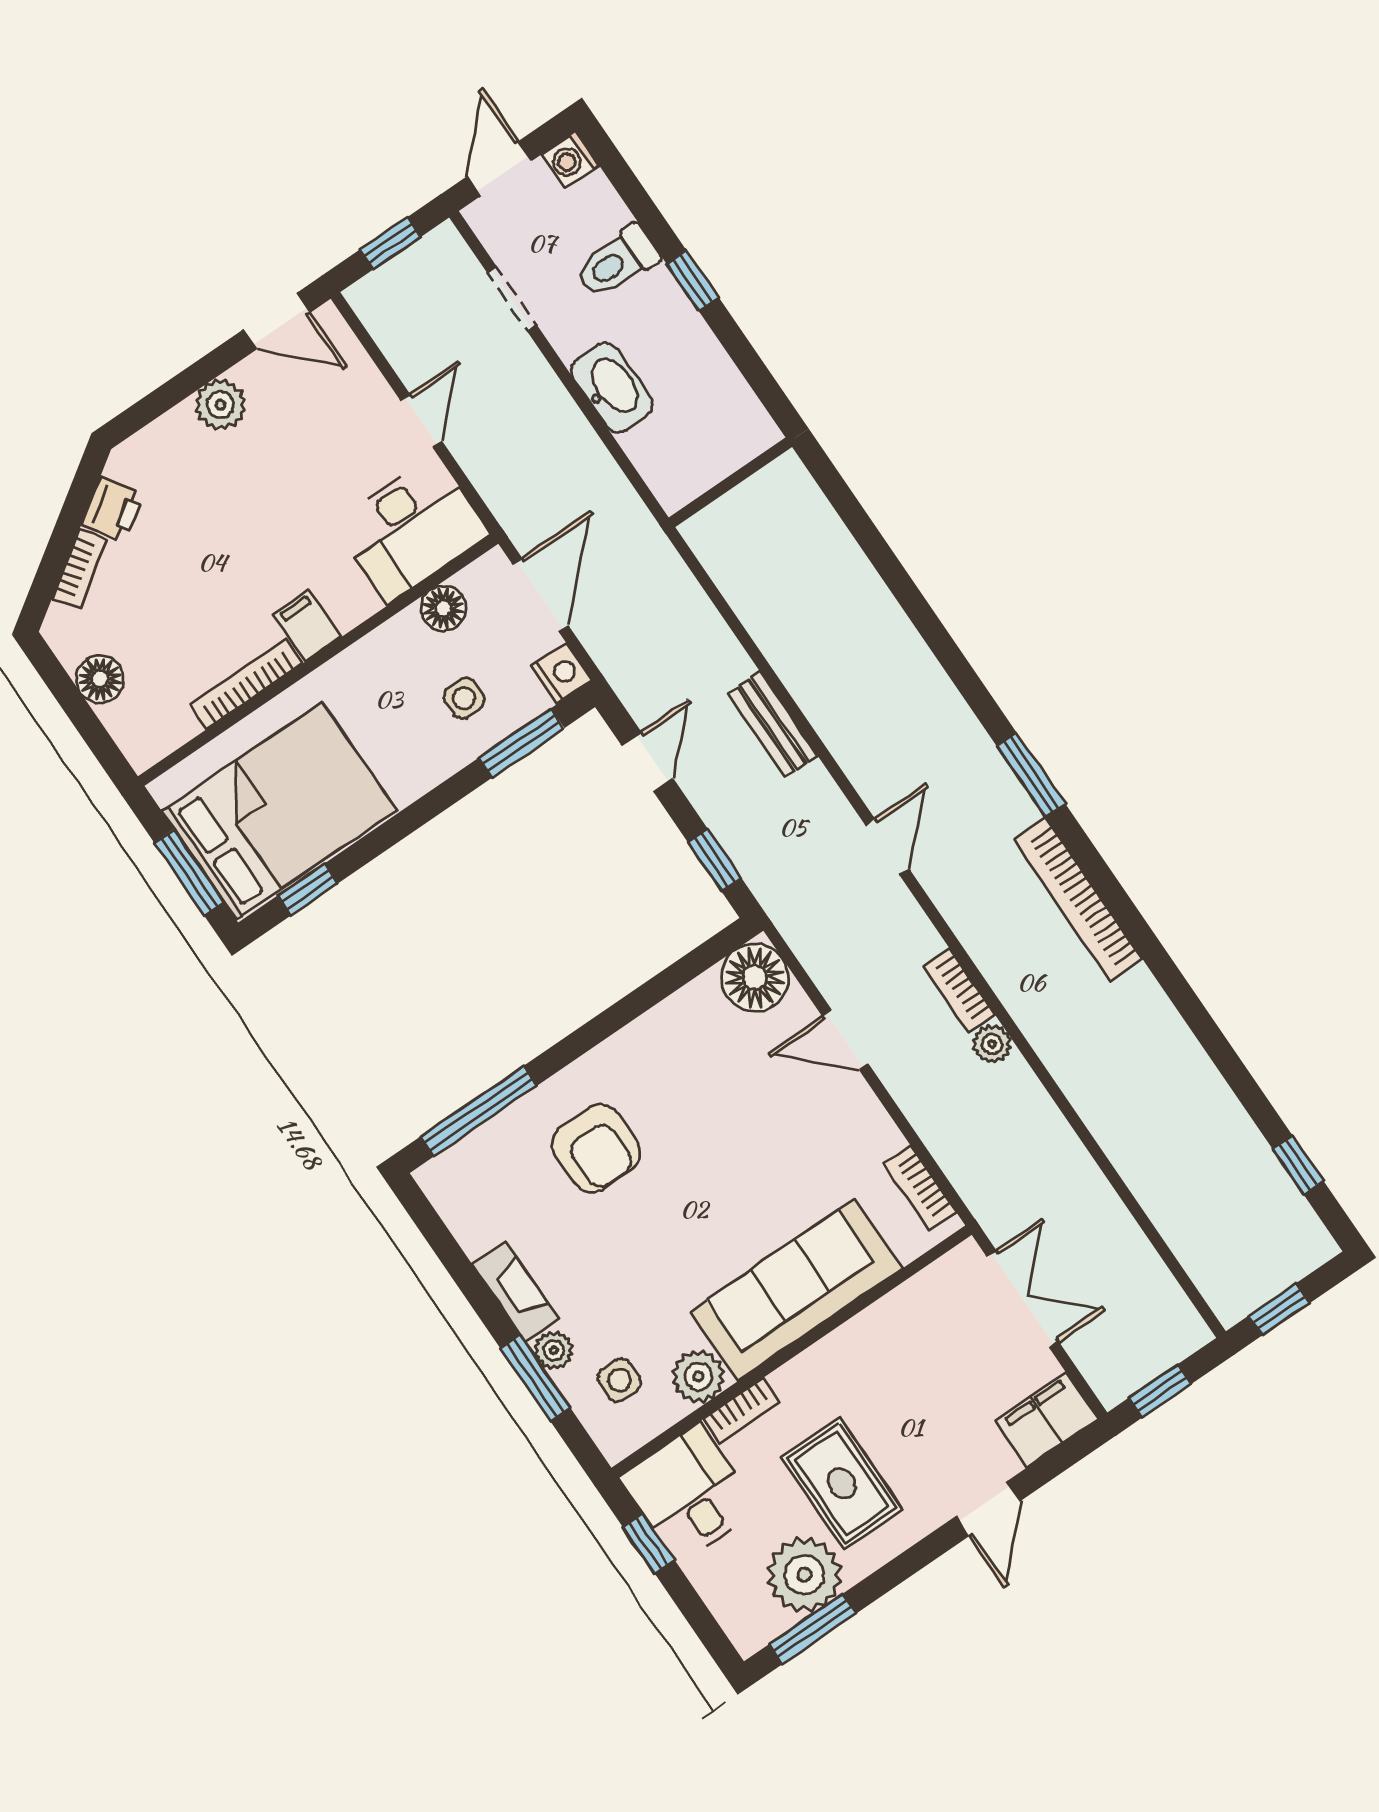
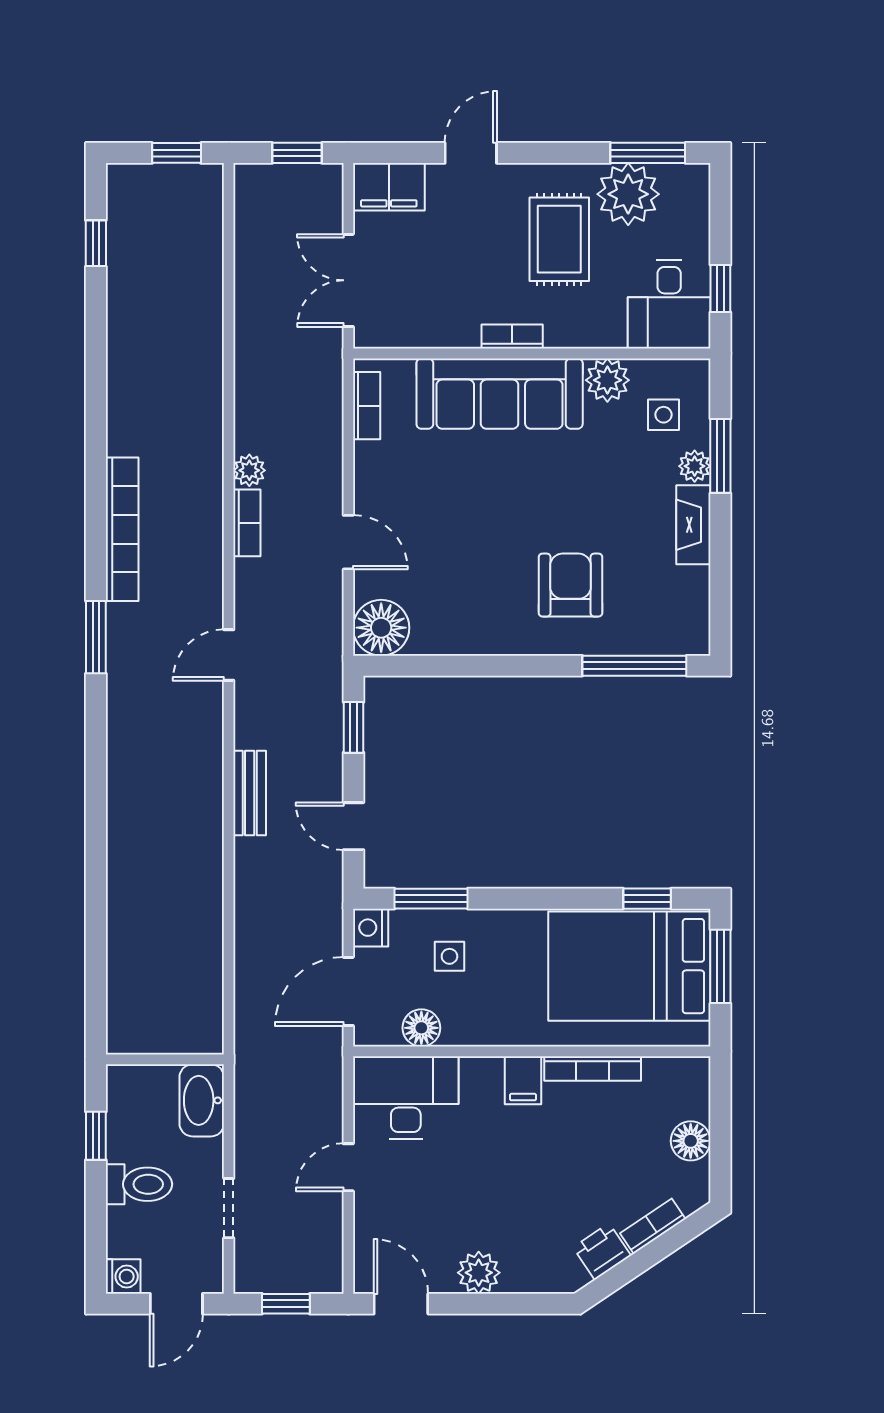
wall: (730, 482) -> (165, 1059), moved
door: (647, 762) -> (354, 826), hinge flipped
bookcase: (741, 1410) -> (512, 337), moved

